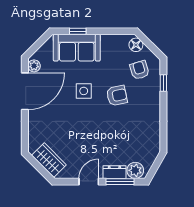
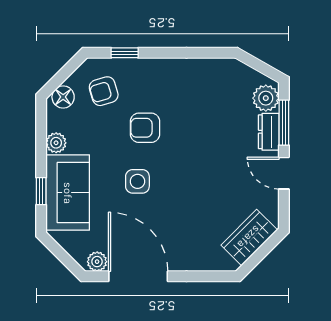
plant: (108, 41) -> (56, 143), added
armchair: (117, 96) -> (145, 128), turned -78

